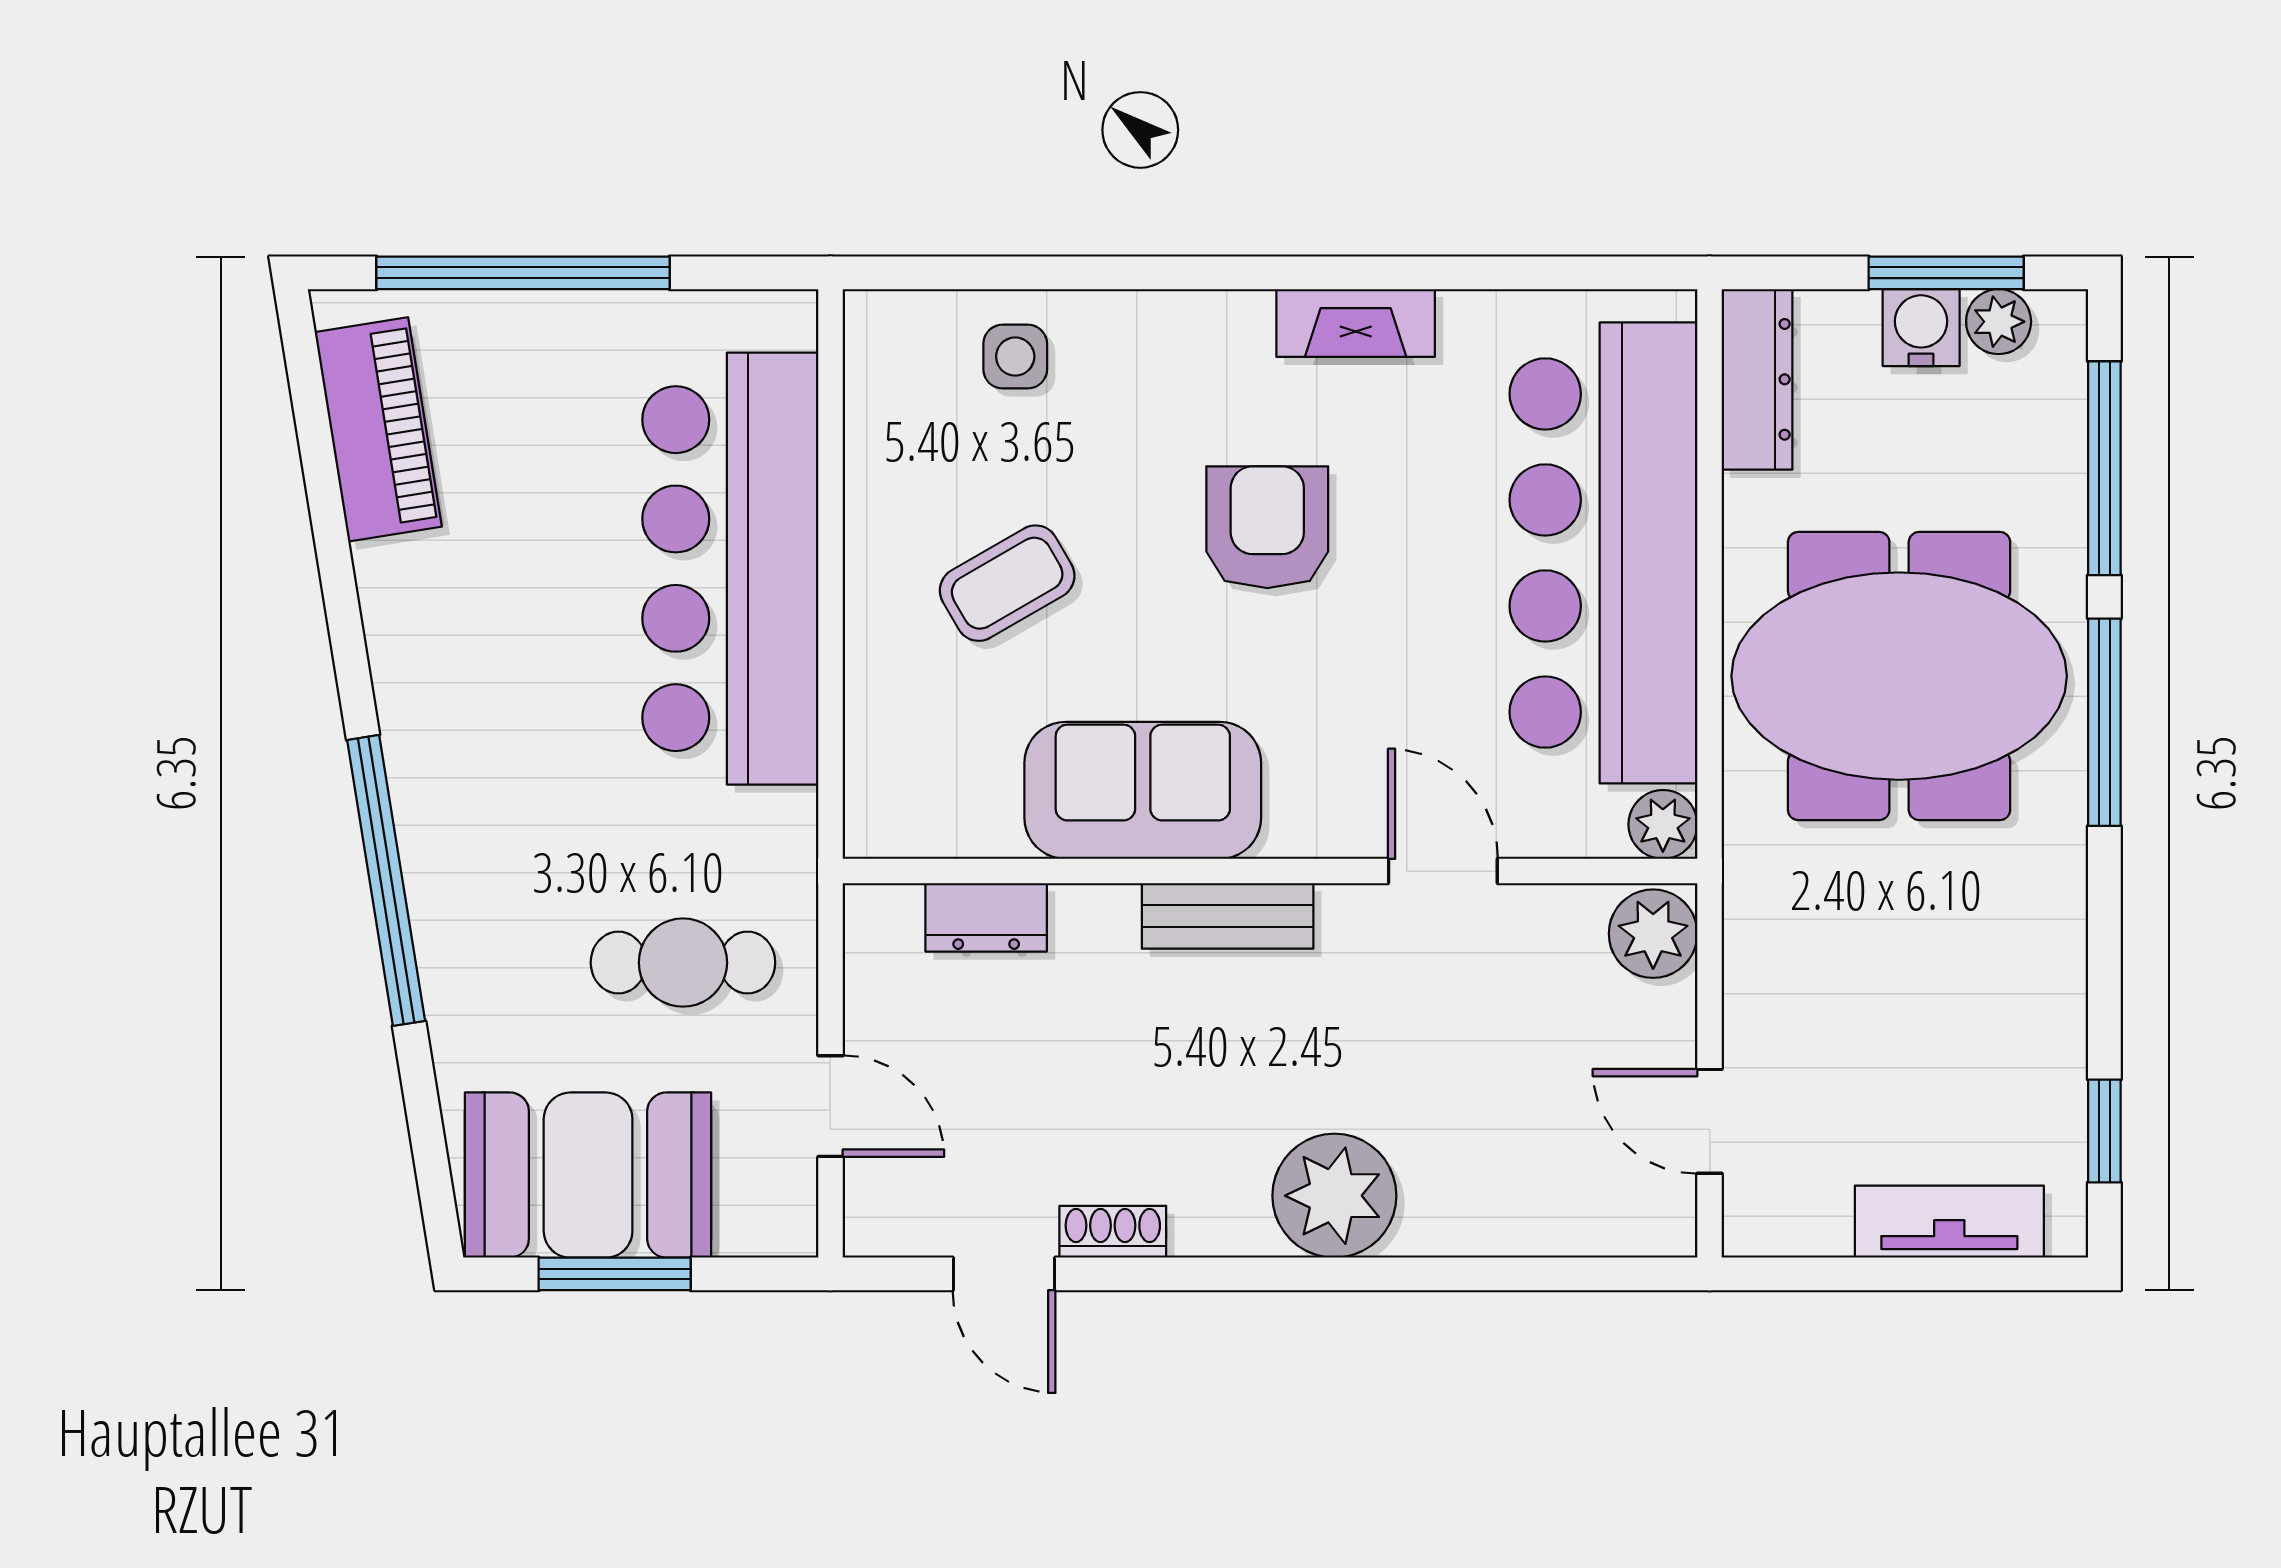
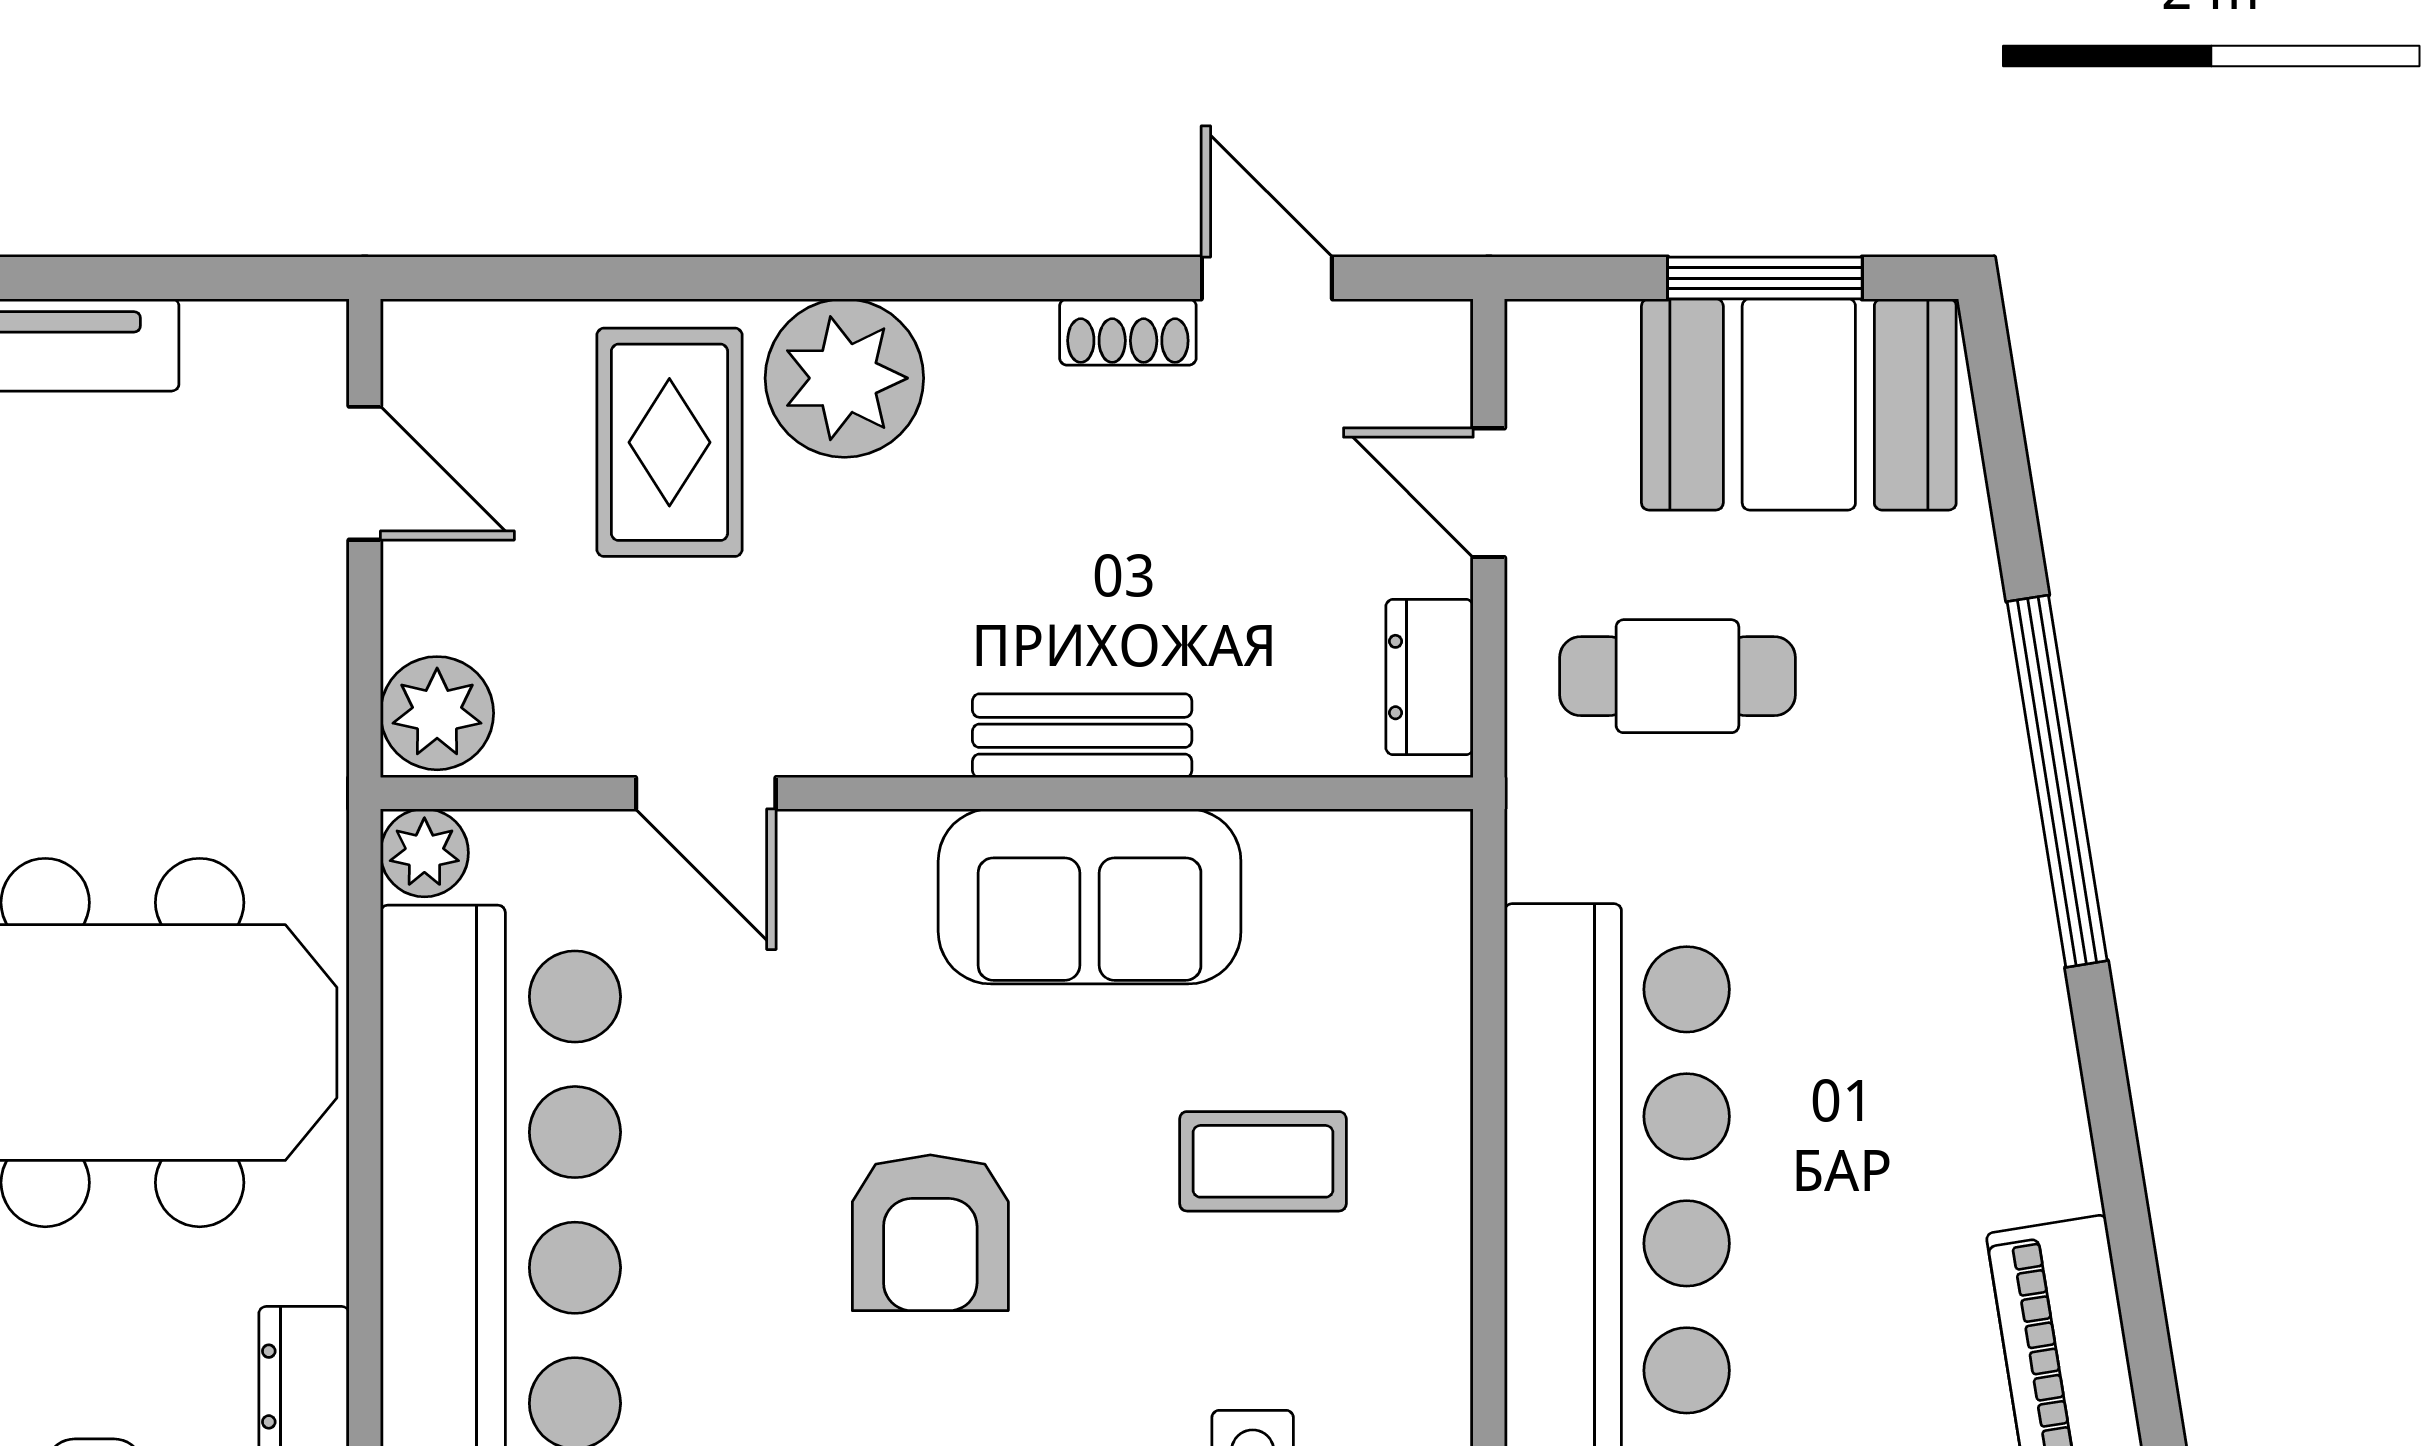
coffee table: (1007, 583) -> (1263, 1161), turned 30
bench: (1228, 916) -> (1082, 736), moved
dresser: (986, 917) -> (1430, 677), moved, turned -90
rug: (1471, 1145) -> (669, 442), added

